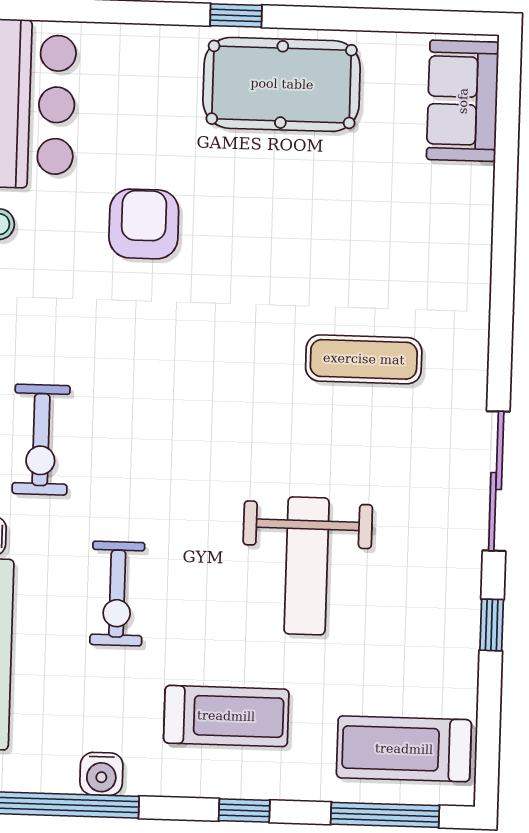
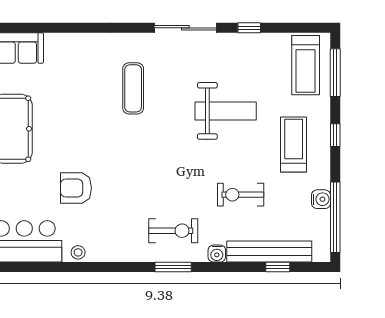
exercise bike: (117, 594) -> (241, 195), turned 180

